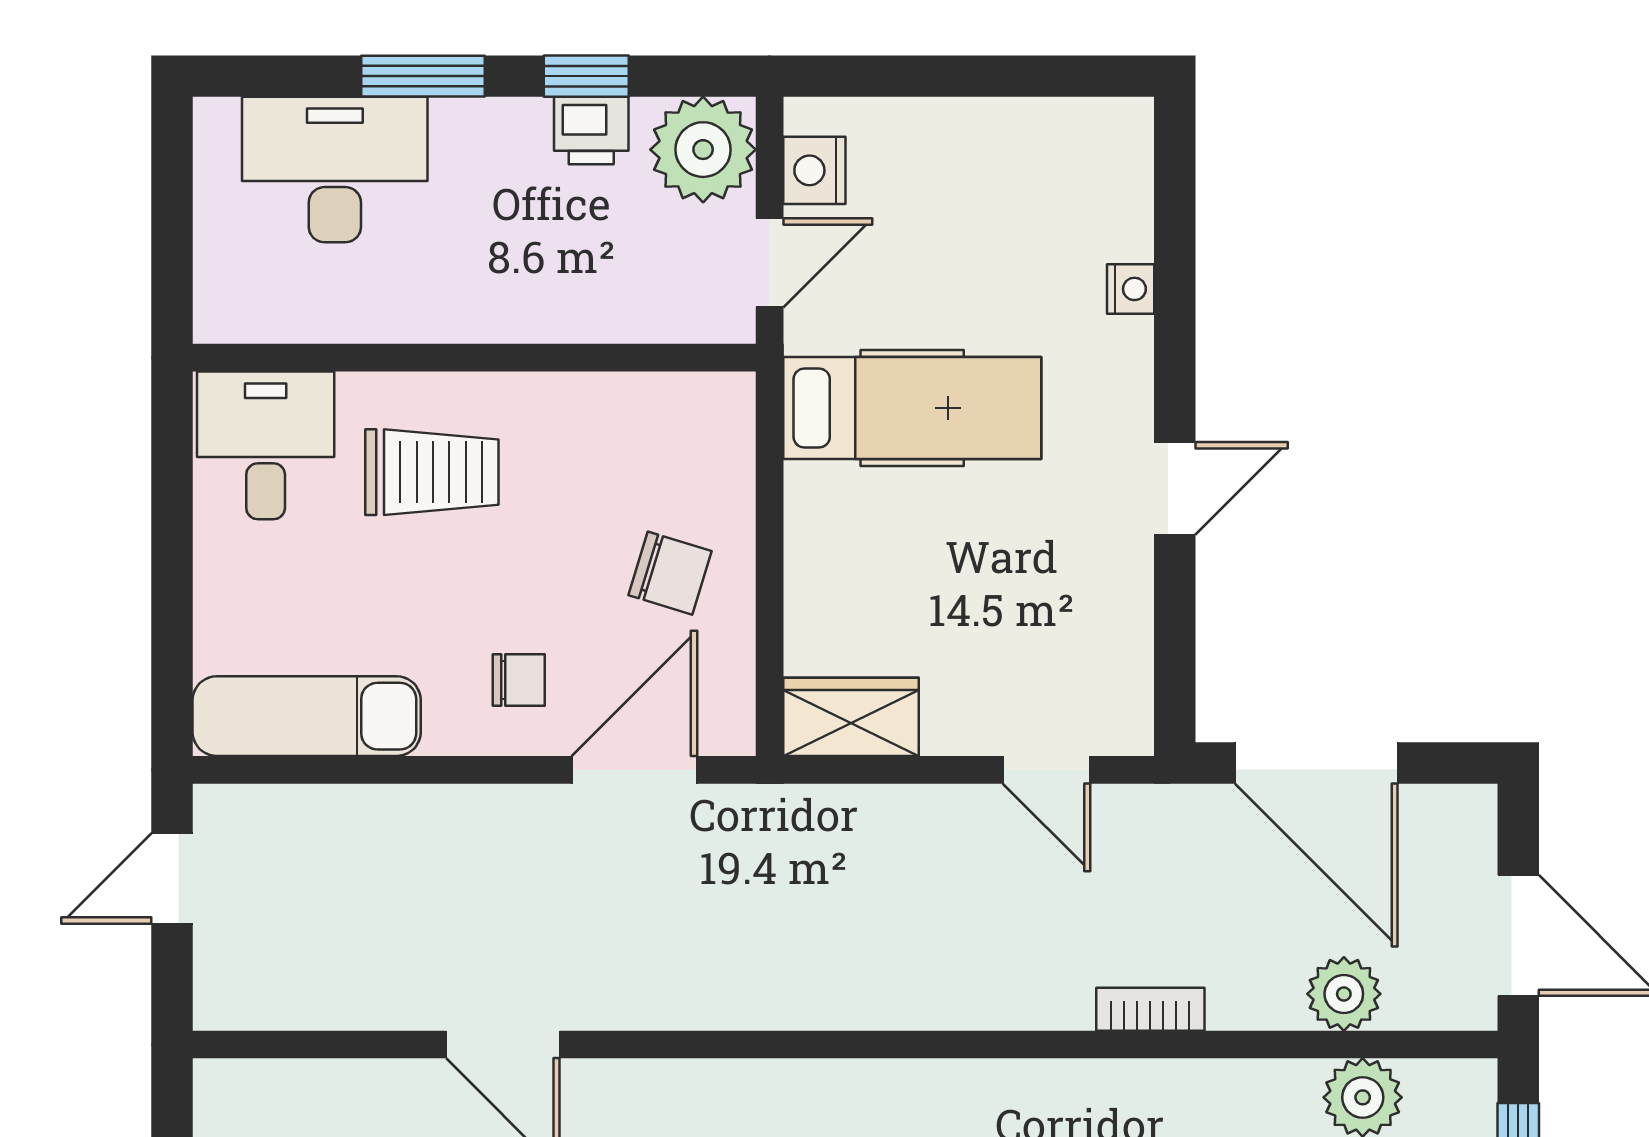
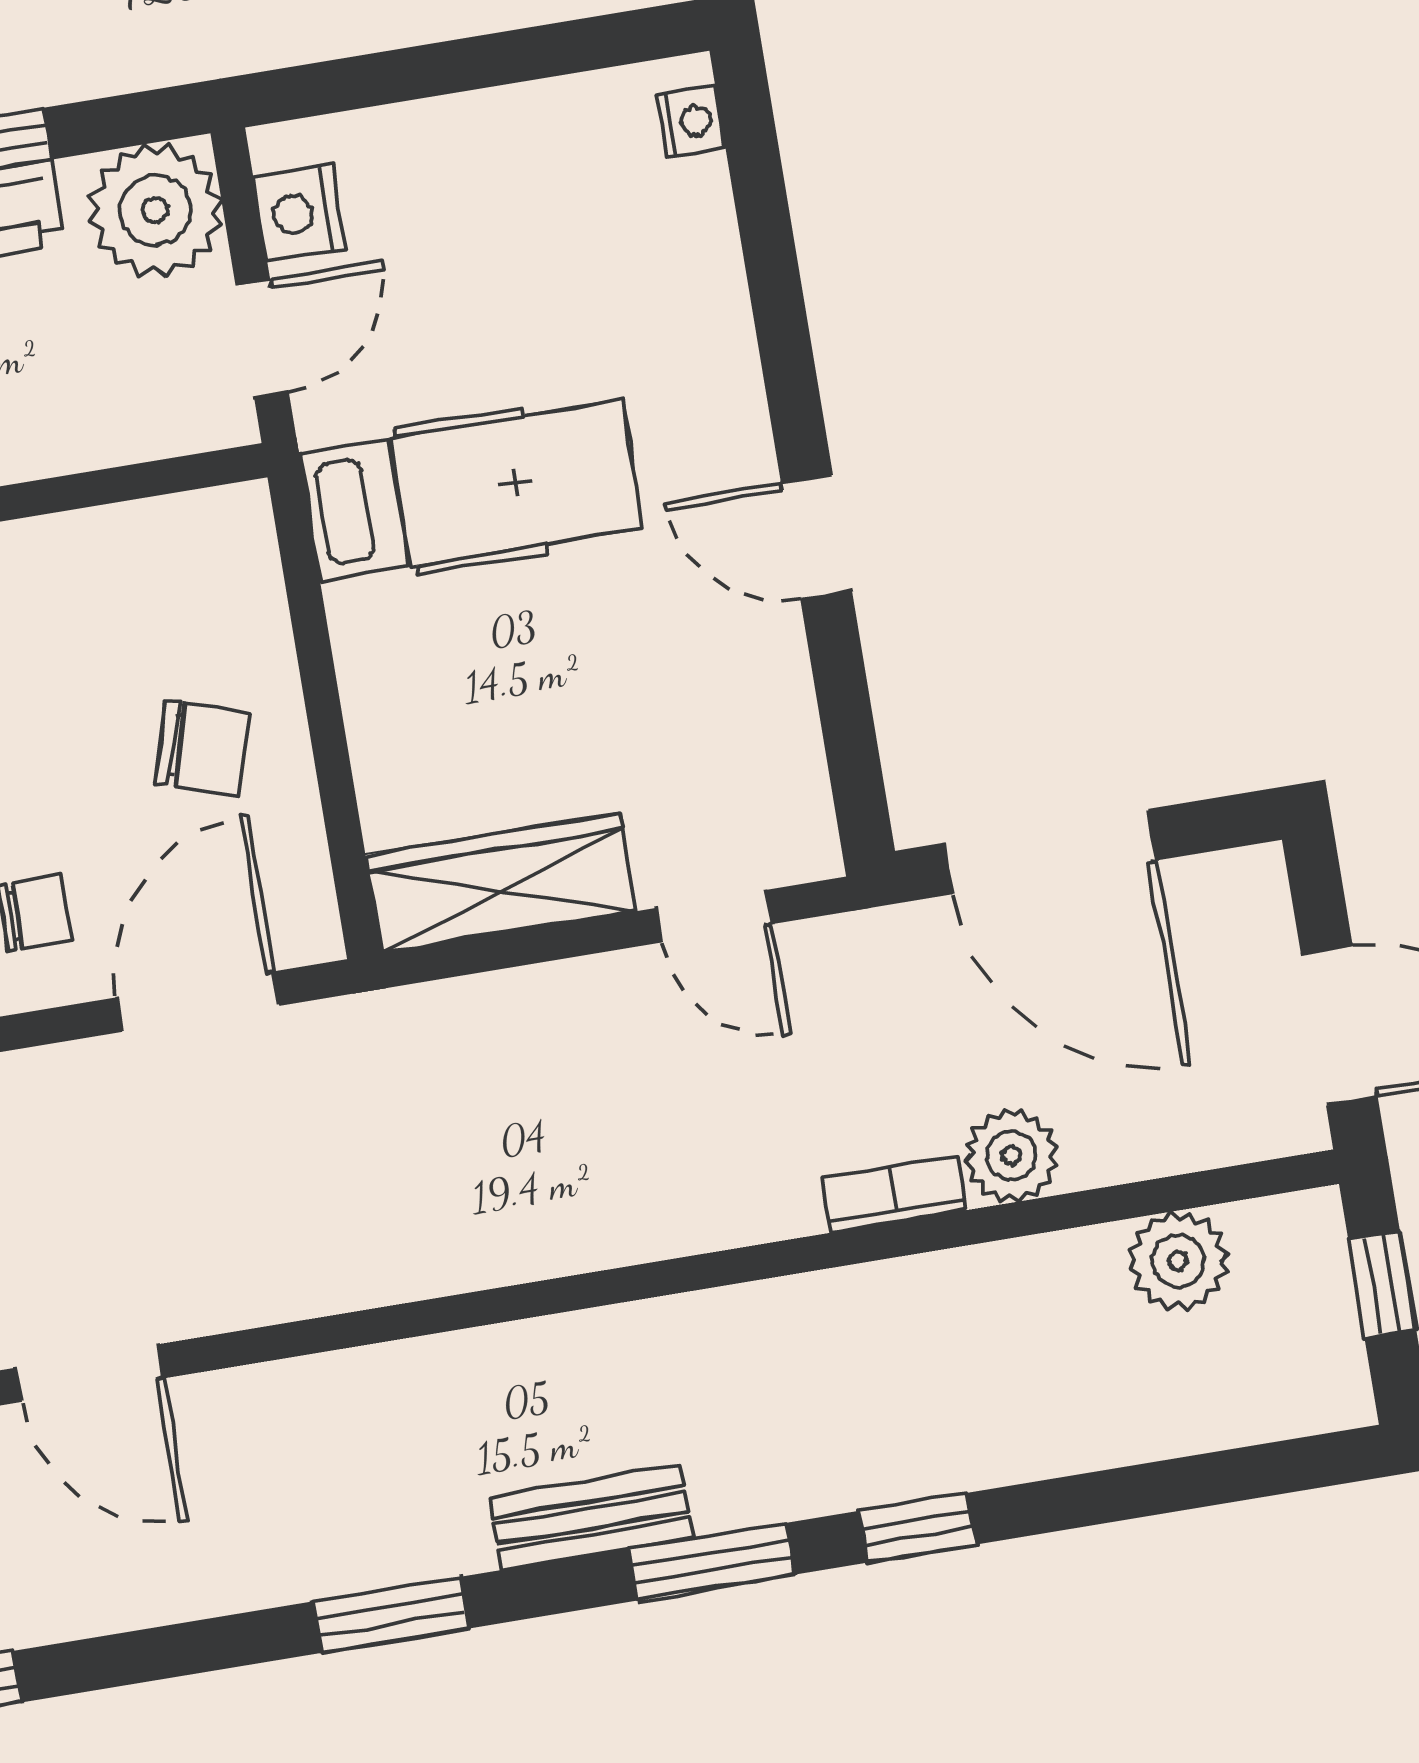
nightstand: (1131, 289) -> (691, 121), moved
door: (1175, 488) -> (817, 537), swing flipped
wardrobe: (851, 717) -> (501, 883), width x1.50
plant: (1344, 994) -> (1011, 1155), moved

